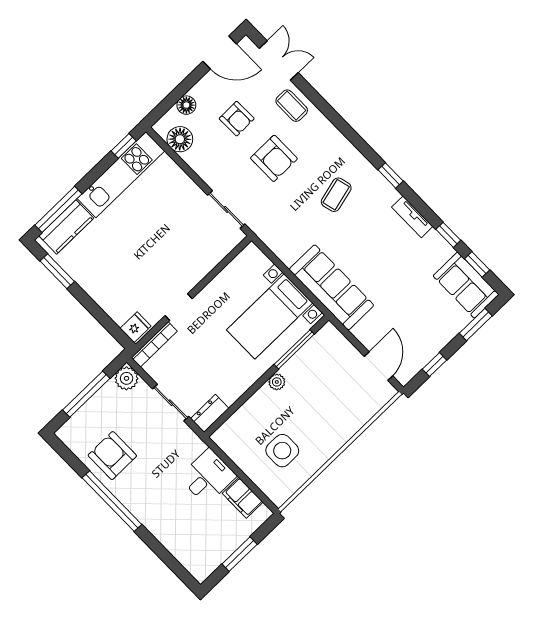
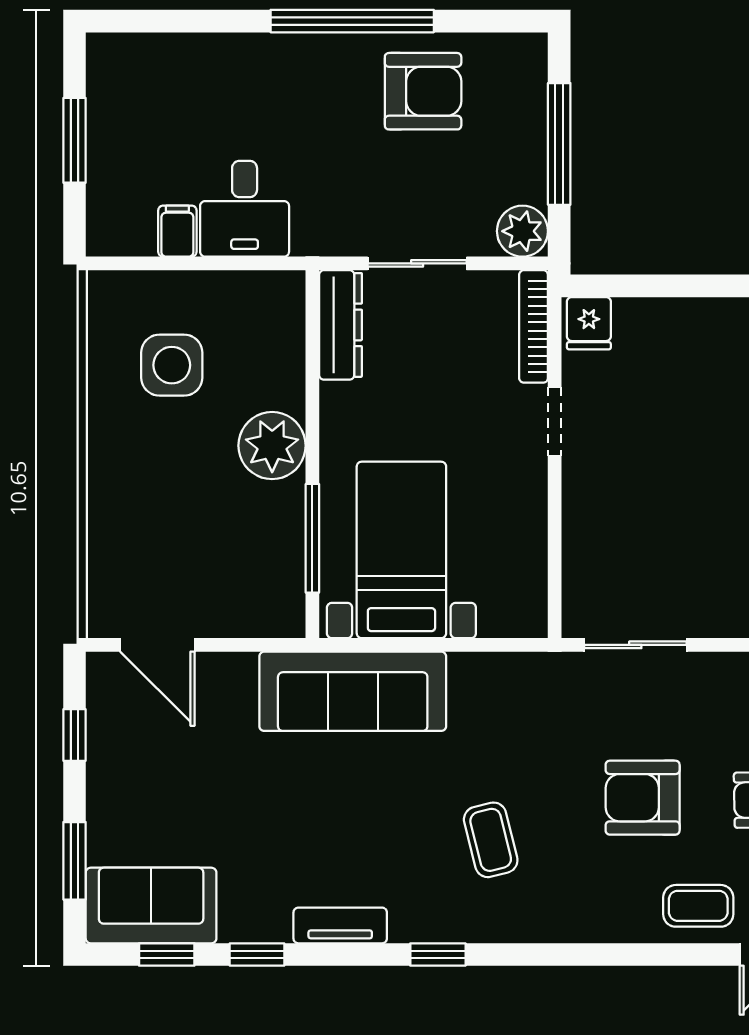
plant: (277, 382) -> (272, 446), width x1.88, depth x1.88
dresser: (210, 413) -> (341, 325), width x1.44
filing cabinet: (243, 498) -> (177, 231), width x0.50

